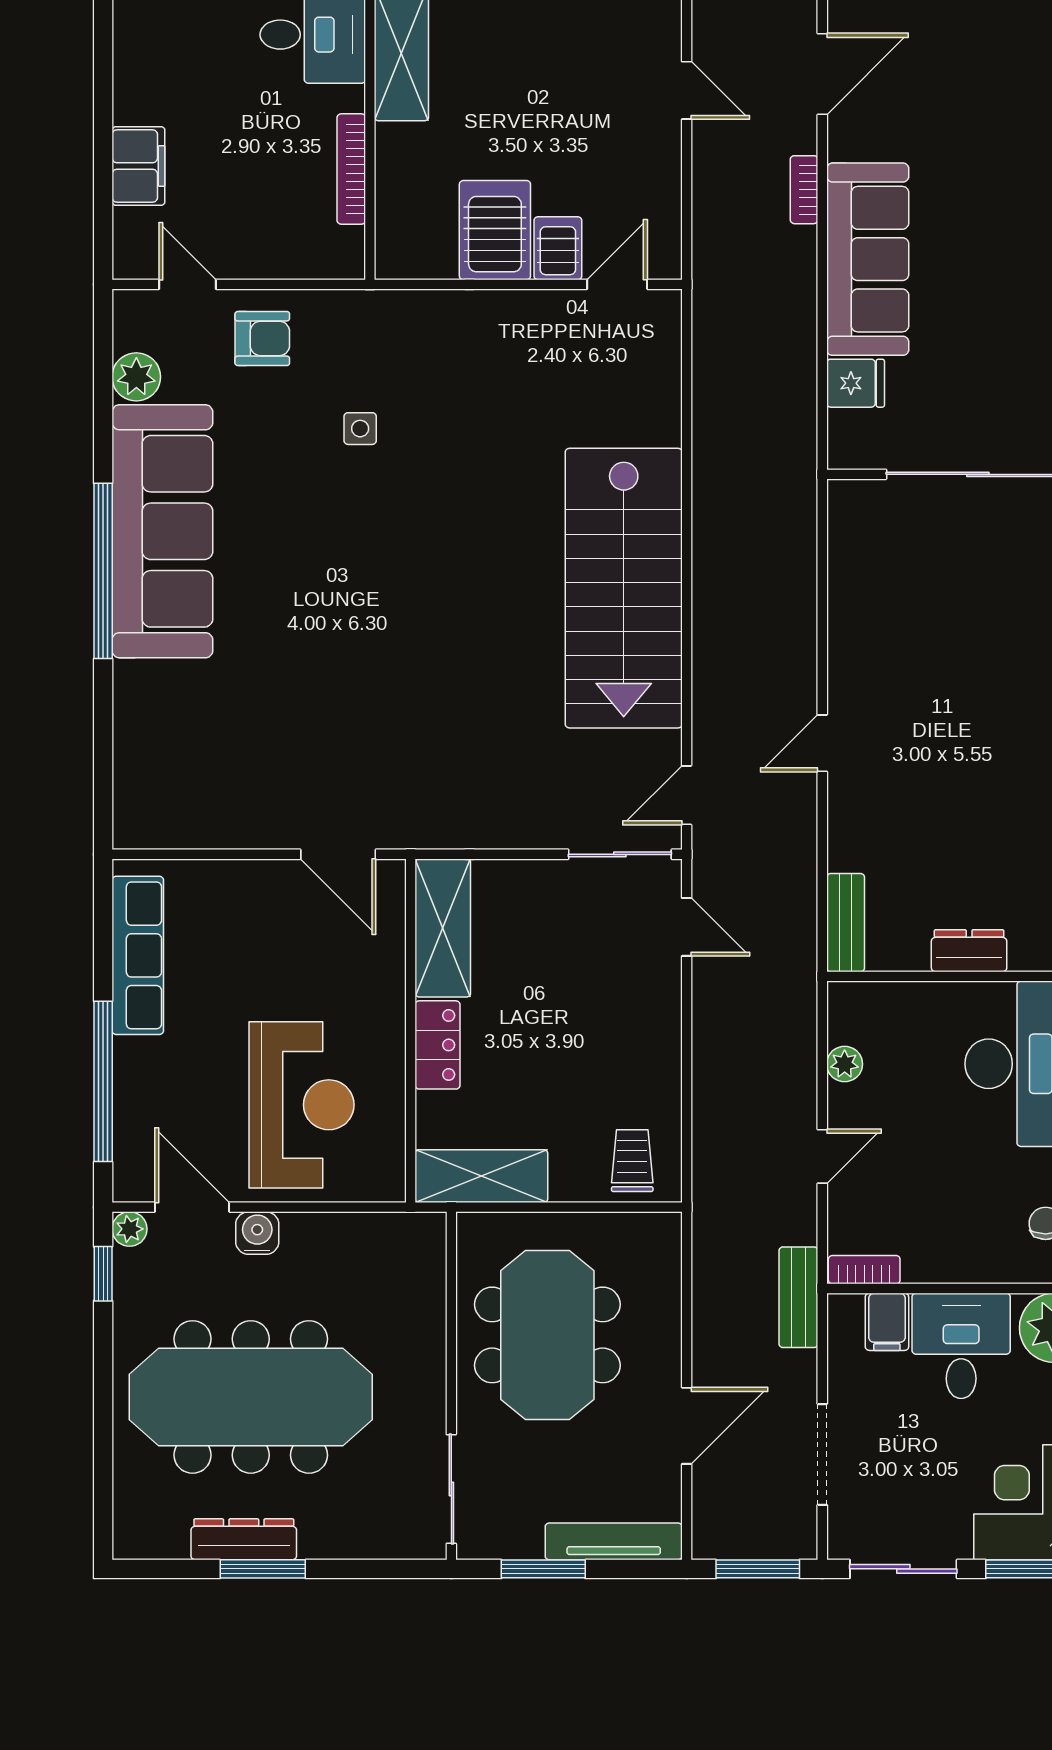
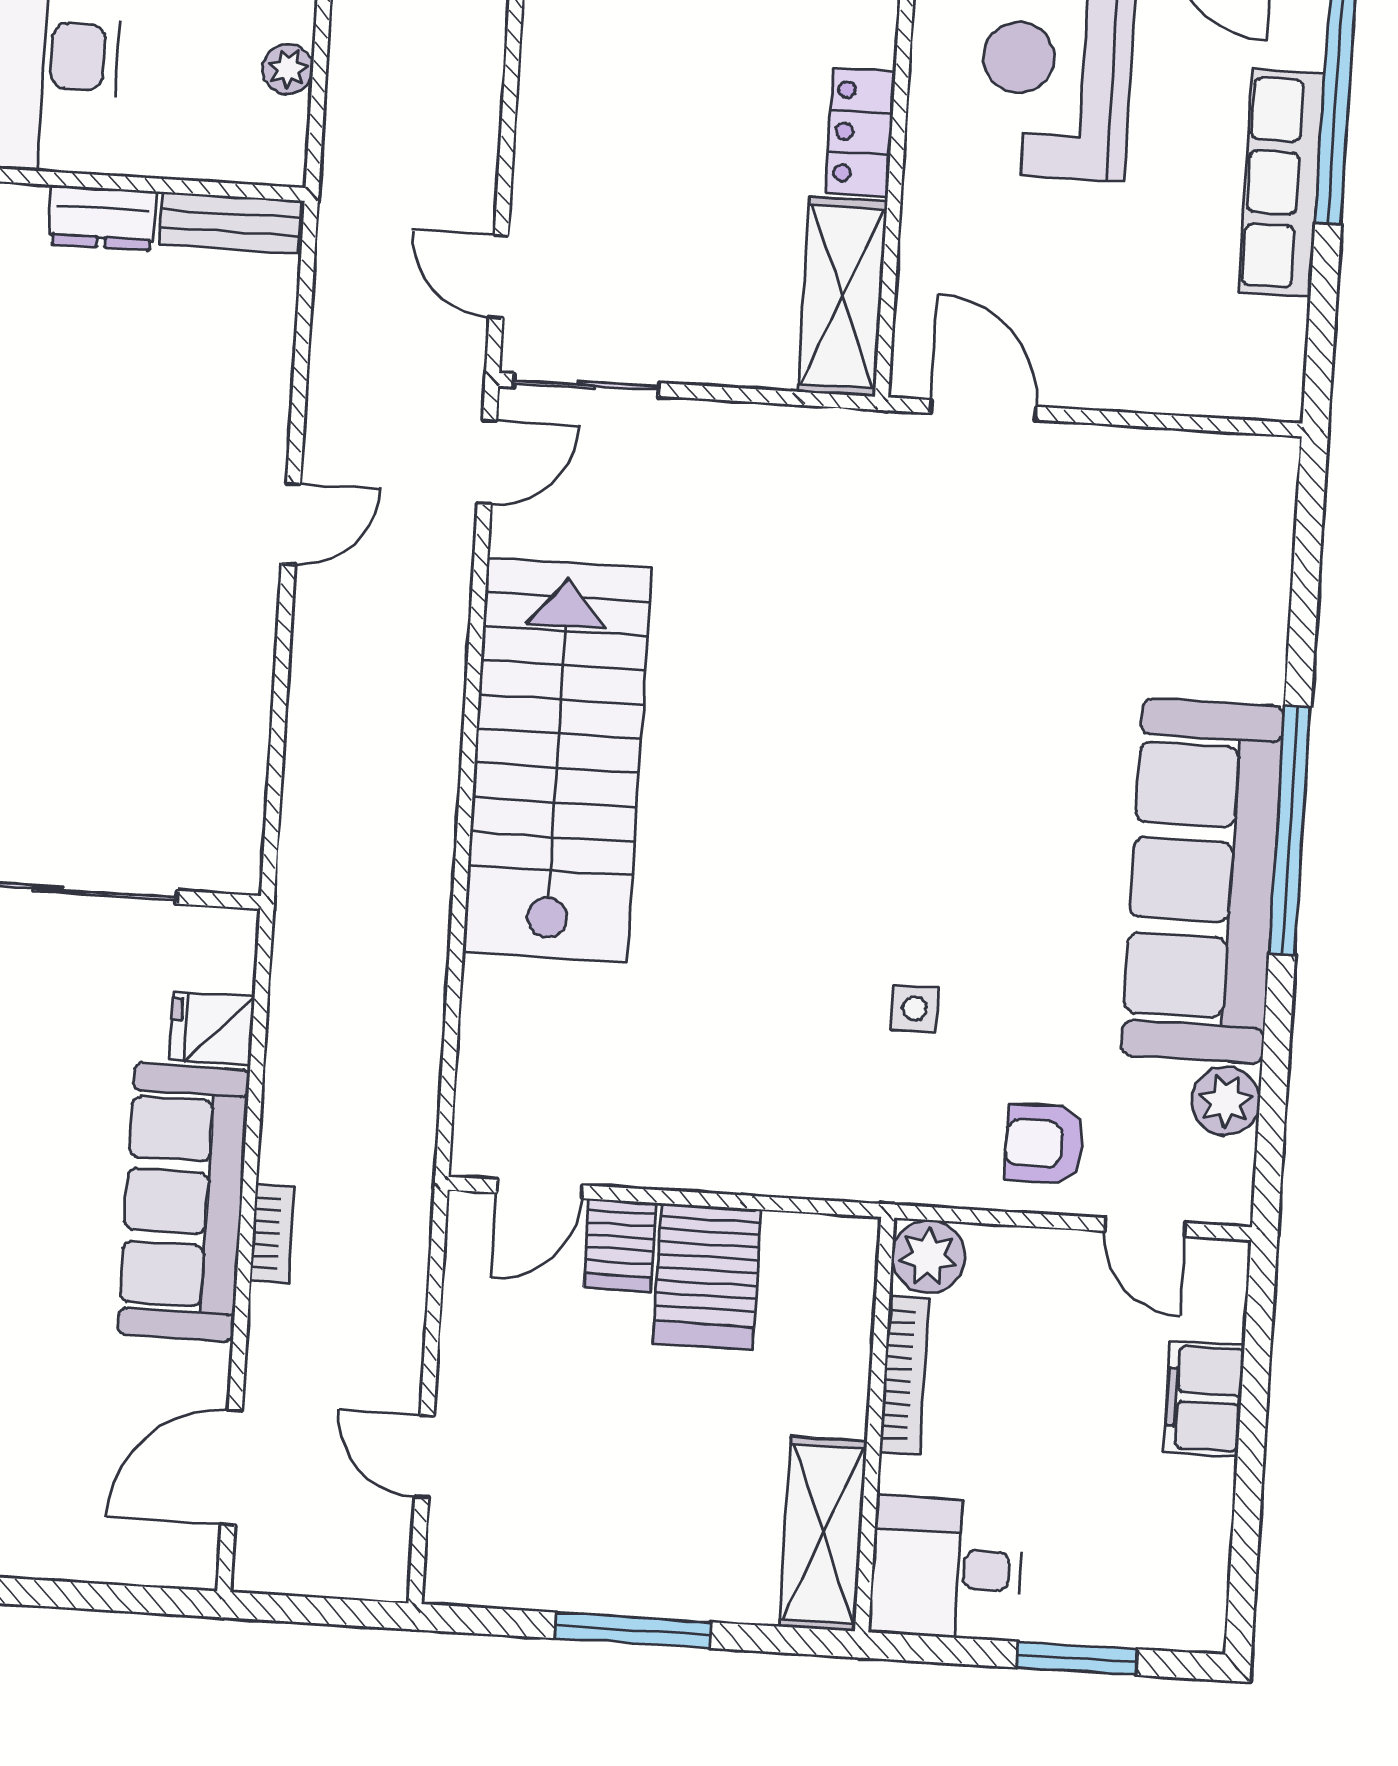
bookcase: (804, 190) -> (272, 1234), moved
plant: (339, 254) -> (928, 1257), added
bench: (846, 923) -> (230, 223), moved, turned 90
row of seats: (138, 955) -> (1281, 183), moved

